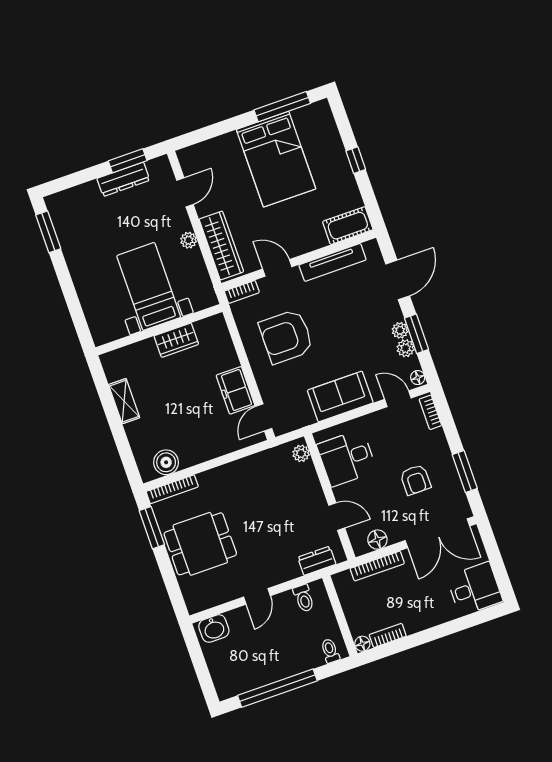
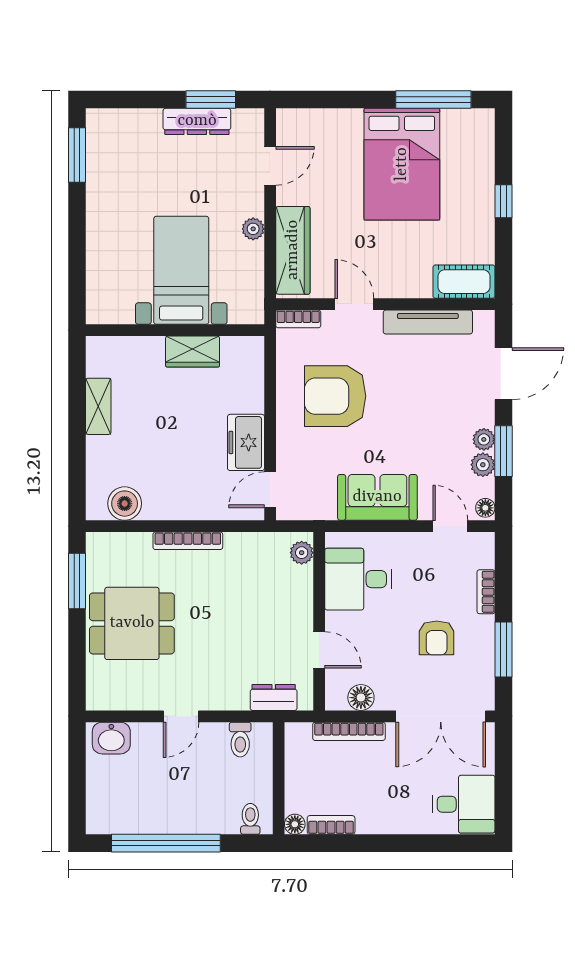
bookcase: (430, 412) -> (486, 592), moved
bookcase: (172, 489) -> (188, 541), moved

